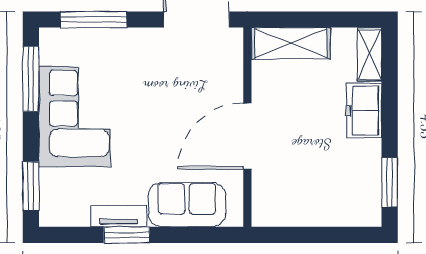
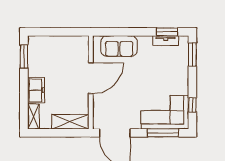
window: (31, 79) -> (192, 105), width x0.46
corner sofa: (75, 117) -> (165, 112), moved, turned 90
tv unit: (119, 216) -> (166, 41), moved
window: (127, 235) -> (167, 32), moved

